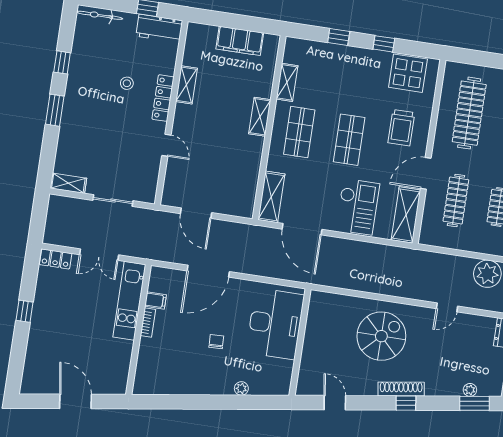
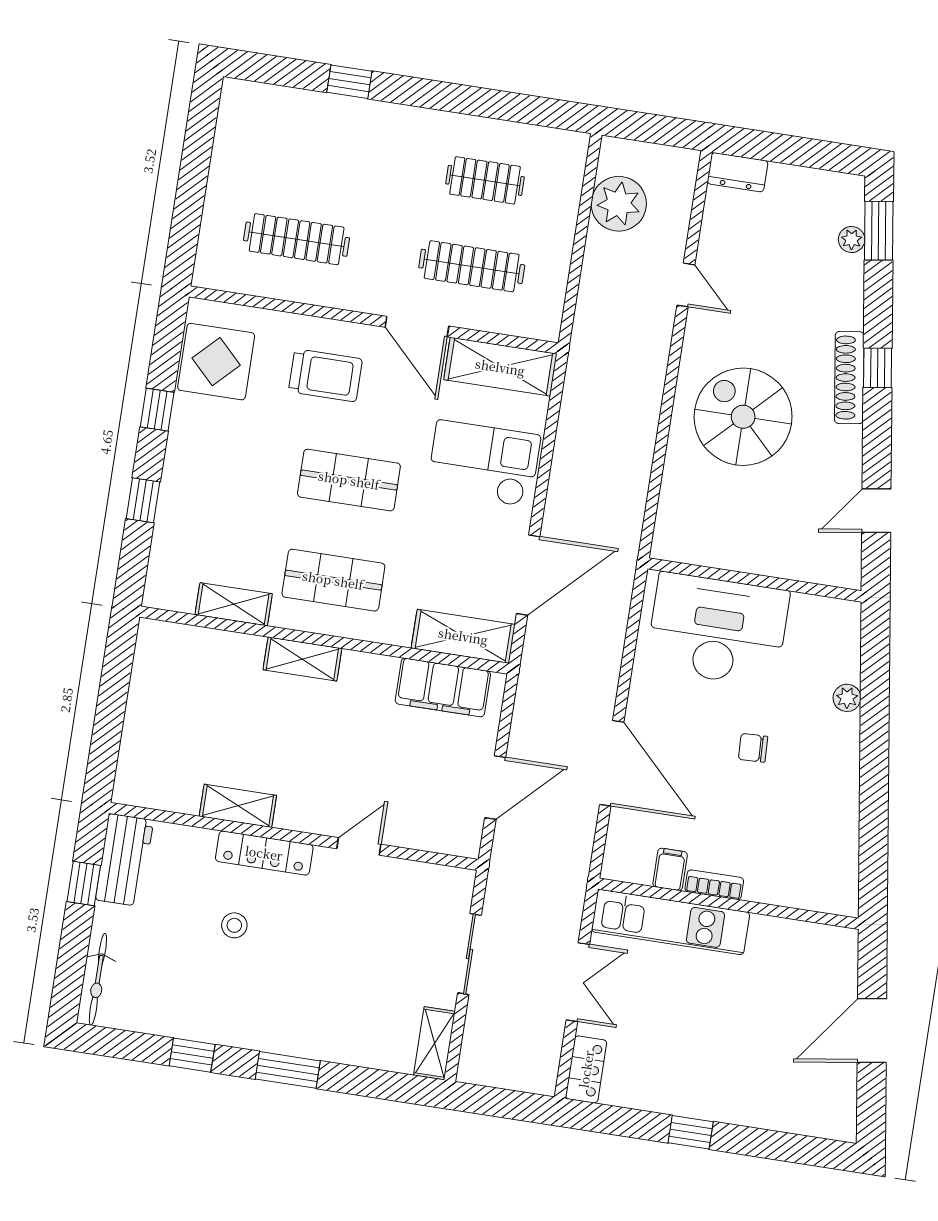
filing cabinet: (240, 41) -> (443, 687), moved, turned 90
clothes rail: (469, 113) -> (297, 239), width x0.73, depth x0.76

